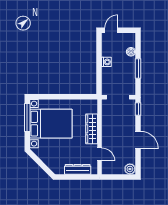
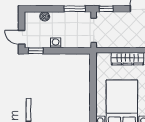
window: (99, 44) -> (36, 51), added
window: (138, 68) -> (75, 9), moved

